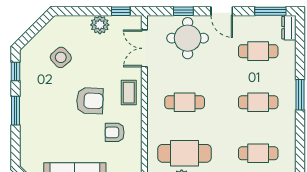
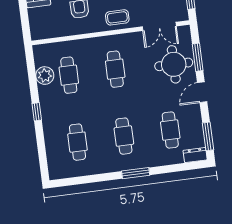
window: (183, 11) -> (198, 57), width x1.50
double door: (144, 48) -> (159, 26), swing flipped
cafe table: (185, 153) -> (69, 75), width x0.73, depth x0.74

